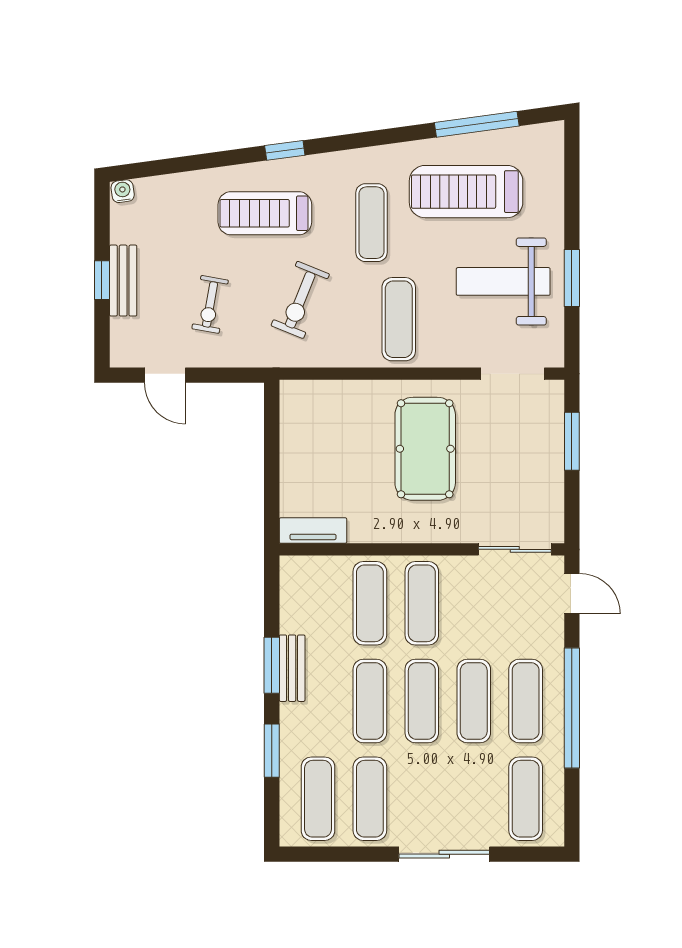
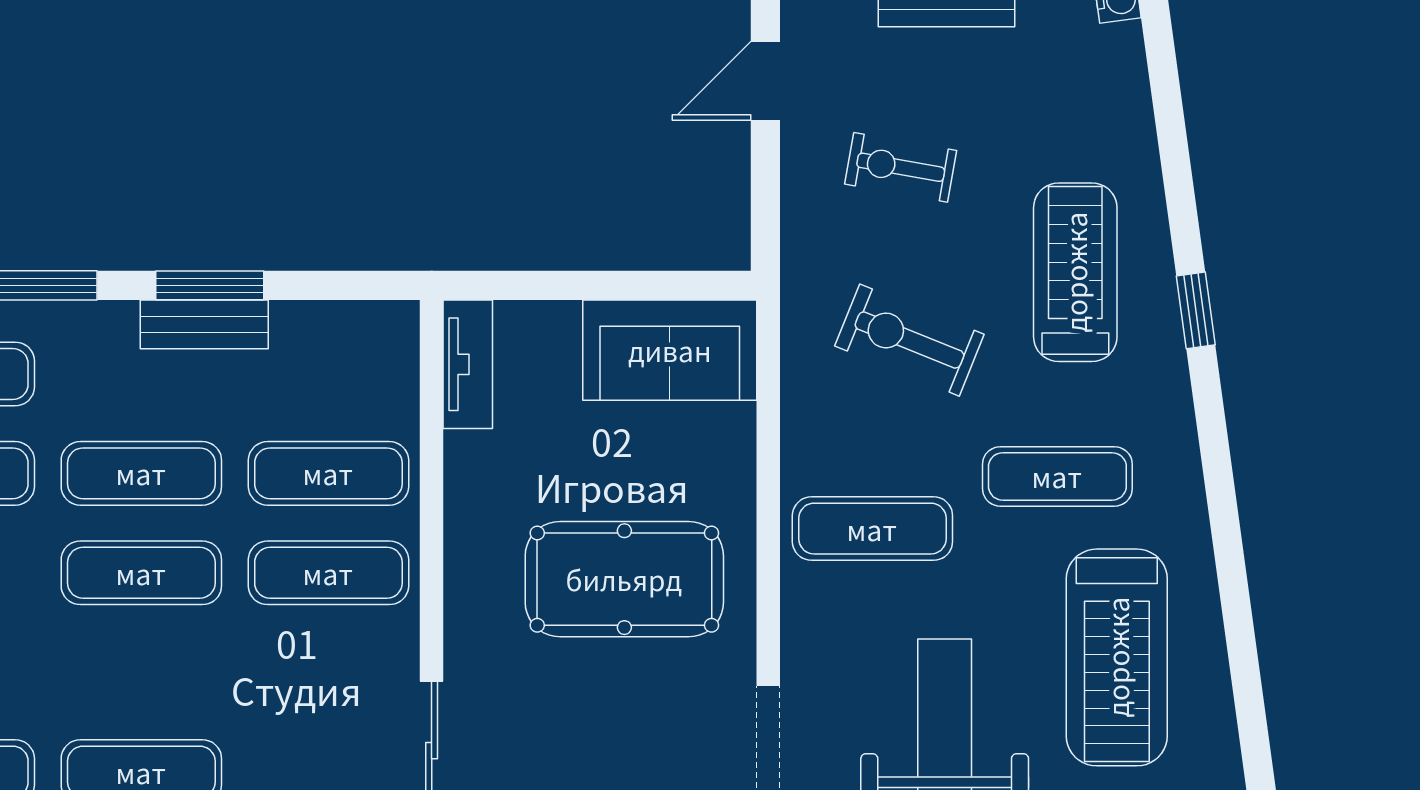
window: (477, 124) -> (1246, 678), removed
treadmill: (466, 192) -> (1117, 657), turned 180
sofa: (306, 425) -> (670, 350), added
exercise mat: (474, 701) -> (141, 672), removed

